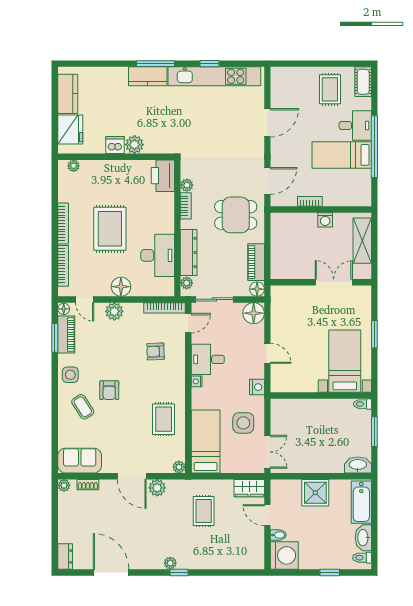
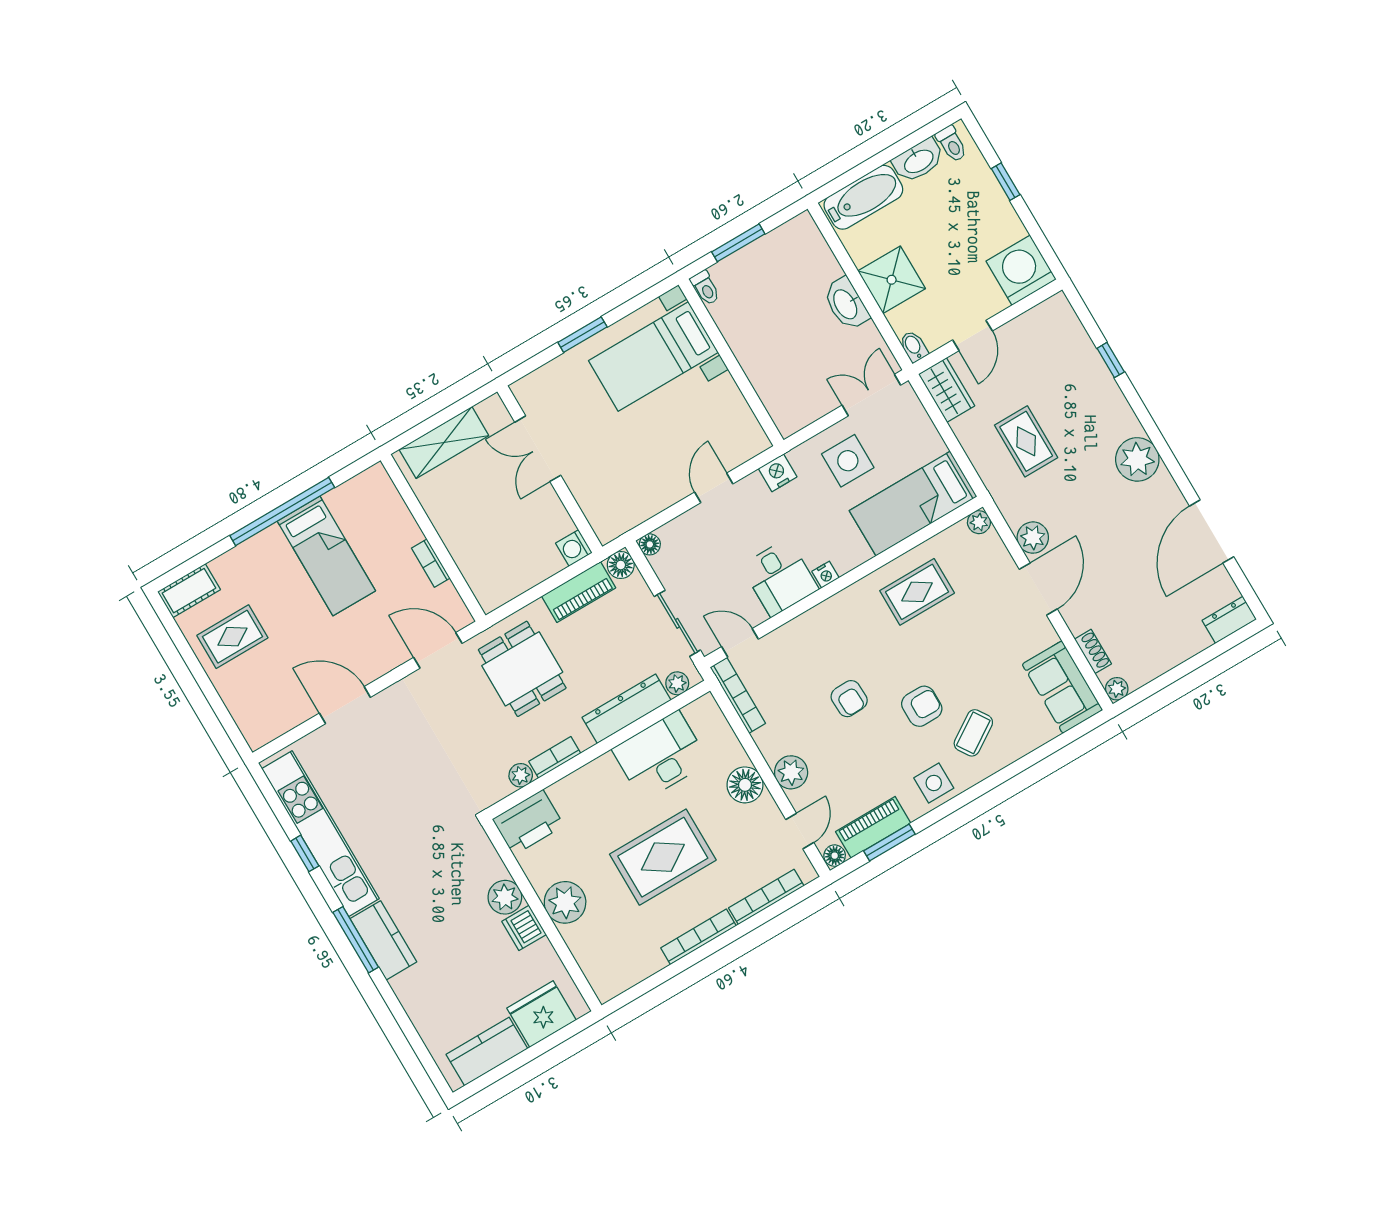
desk: (355, 126) -> (266, 562), removed
plant: (74, 166) -> (565, 902), moved, width x1.87, depth x1.87
washing machine: (325, 220) -> (574, 548), moved, turned 180
floor lamp: (254, 313) -> (650, 544), width x0.53, depth x0.53
armchair: (156, 351) -> (849, 699), moved
washbasin: (358, 465) -> (846, 304), moved
rug: (204, 511) -> (1026, 441), turned 90
bidet: (278, 535) -> (914, 346), moved
plant: (170, 563) -> (1137, 459), width x1.88, depth x1.88
window: (179, 572) -> (1111, 360), moved

